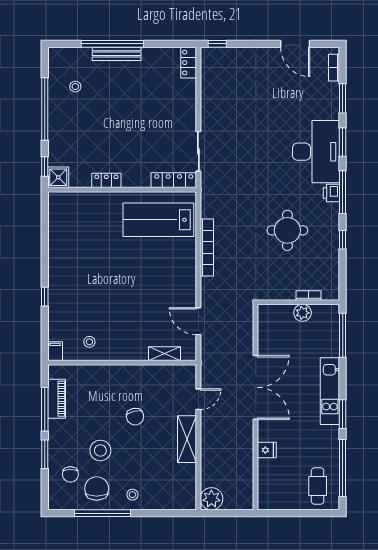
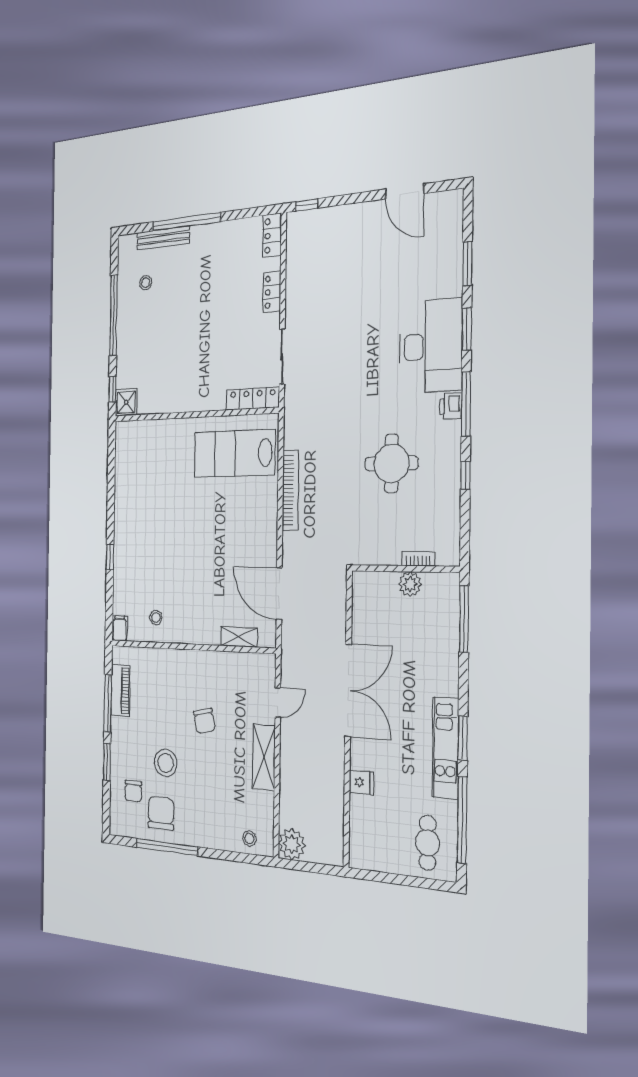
bench: (117, 54) -> (163, 238), moved
bookcase: (334, 68) -> (456, 219), removed
locker: (106, 180) -> (272, 292), moved, turned -90
door: (198, 321) -> (279, 593), width x1.36
kitchen unit: (330, 391) -> (445, 748), moved
stool: (132, 495) -> (249, 838), moved

